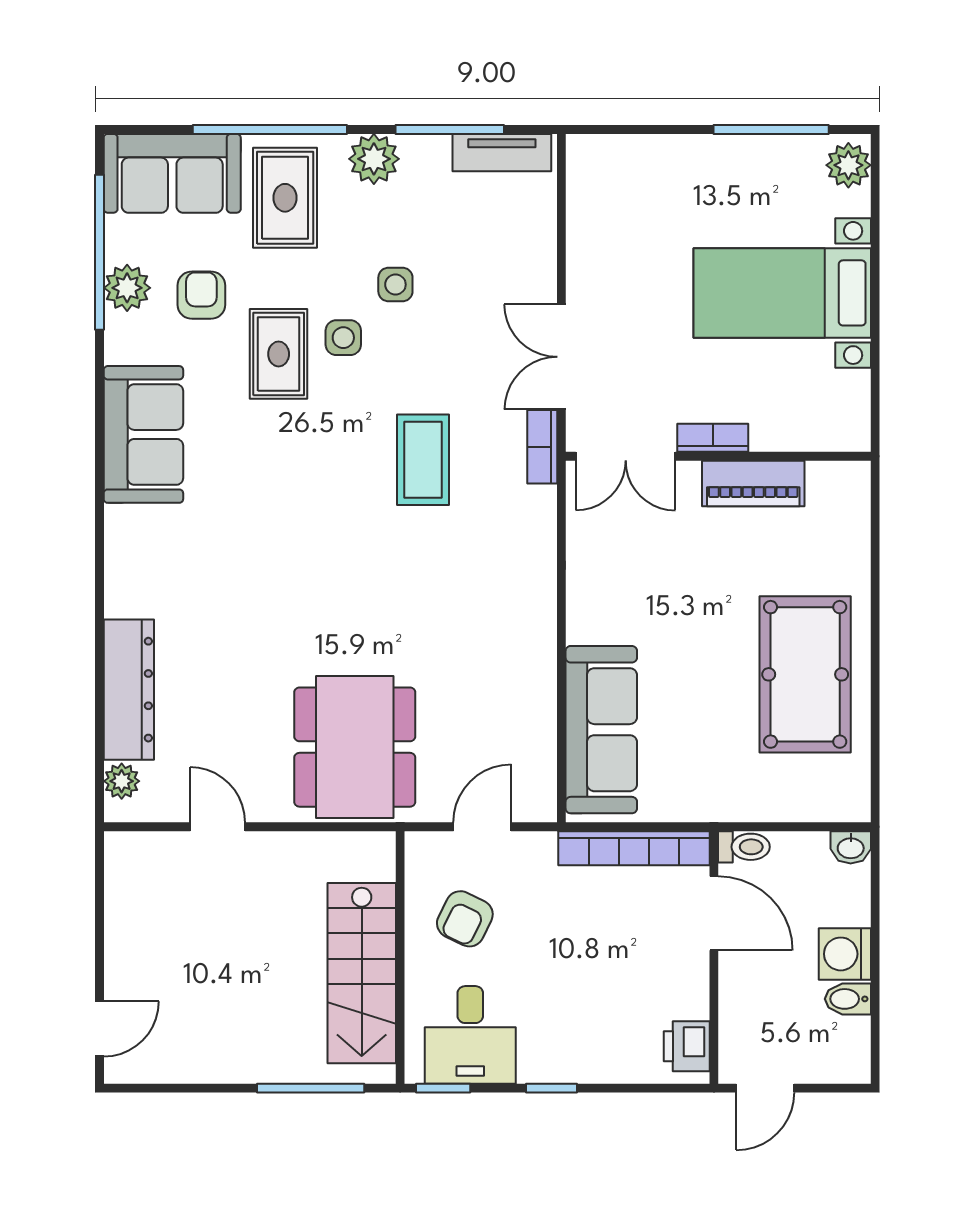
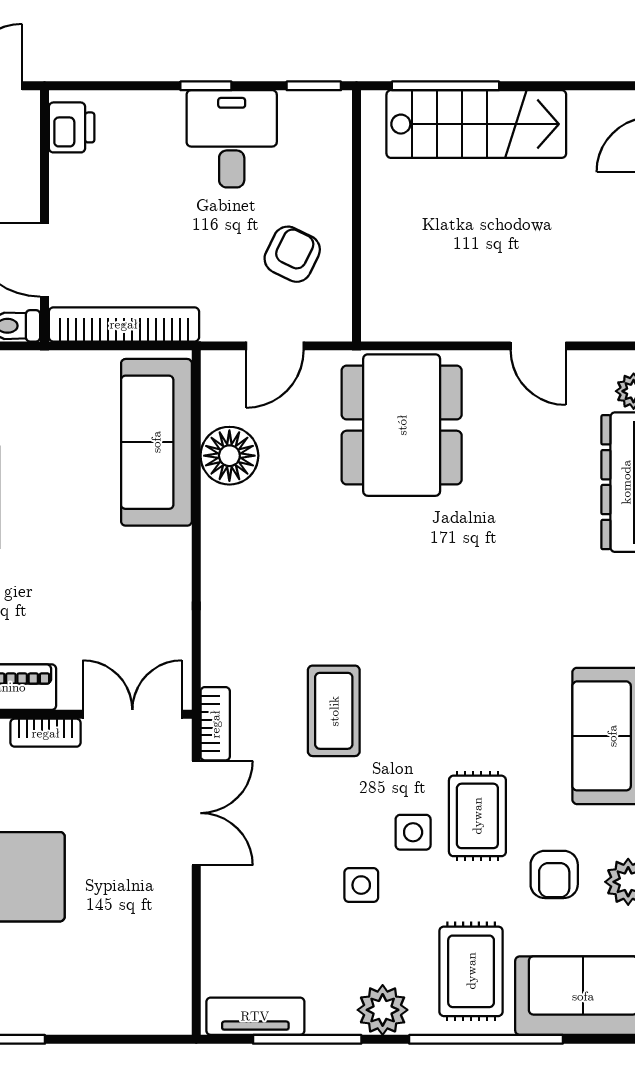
floor lamp: (528, 716) -> (229, 456), added
stairs: (362, 973) -> (476, 124), moved, turned 90
desk: (470, 1035) -> (232, 139), moved

